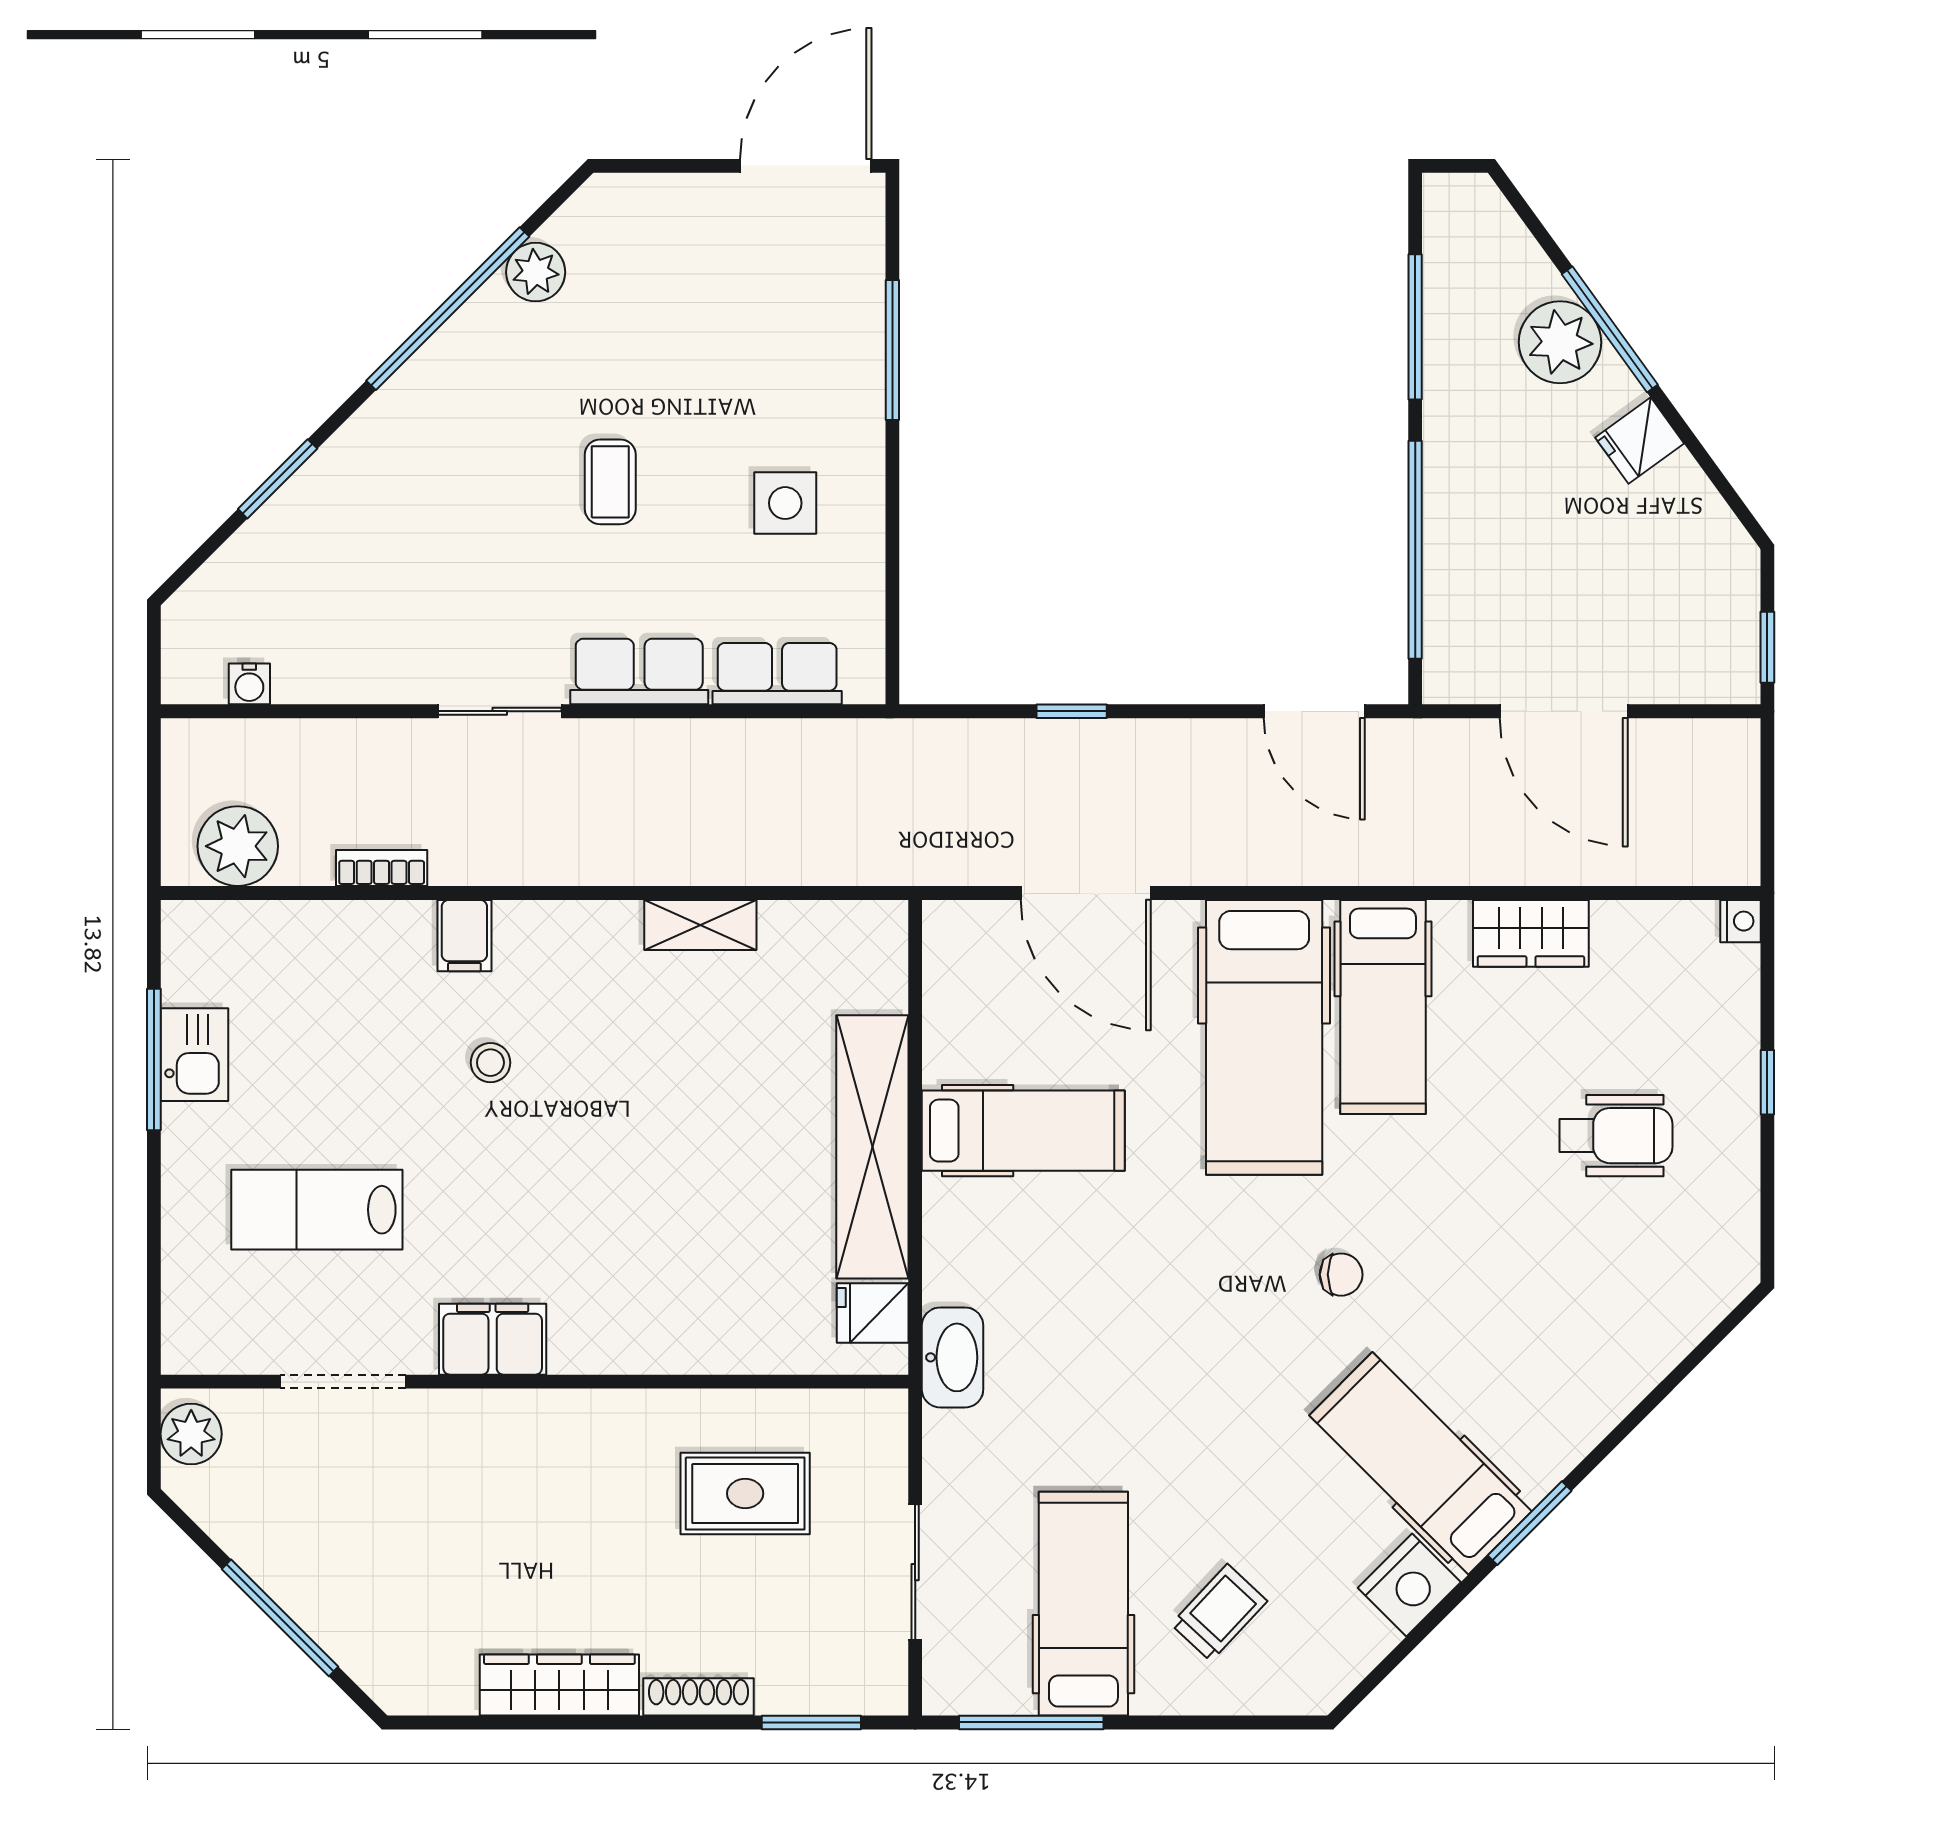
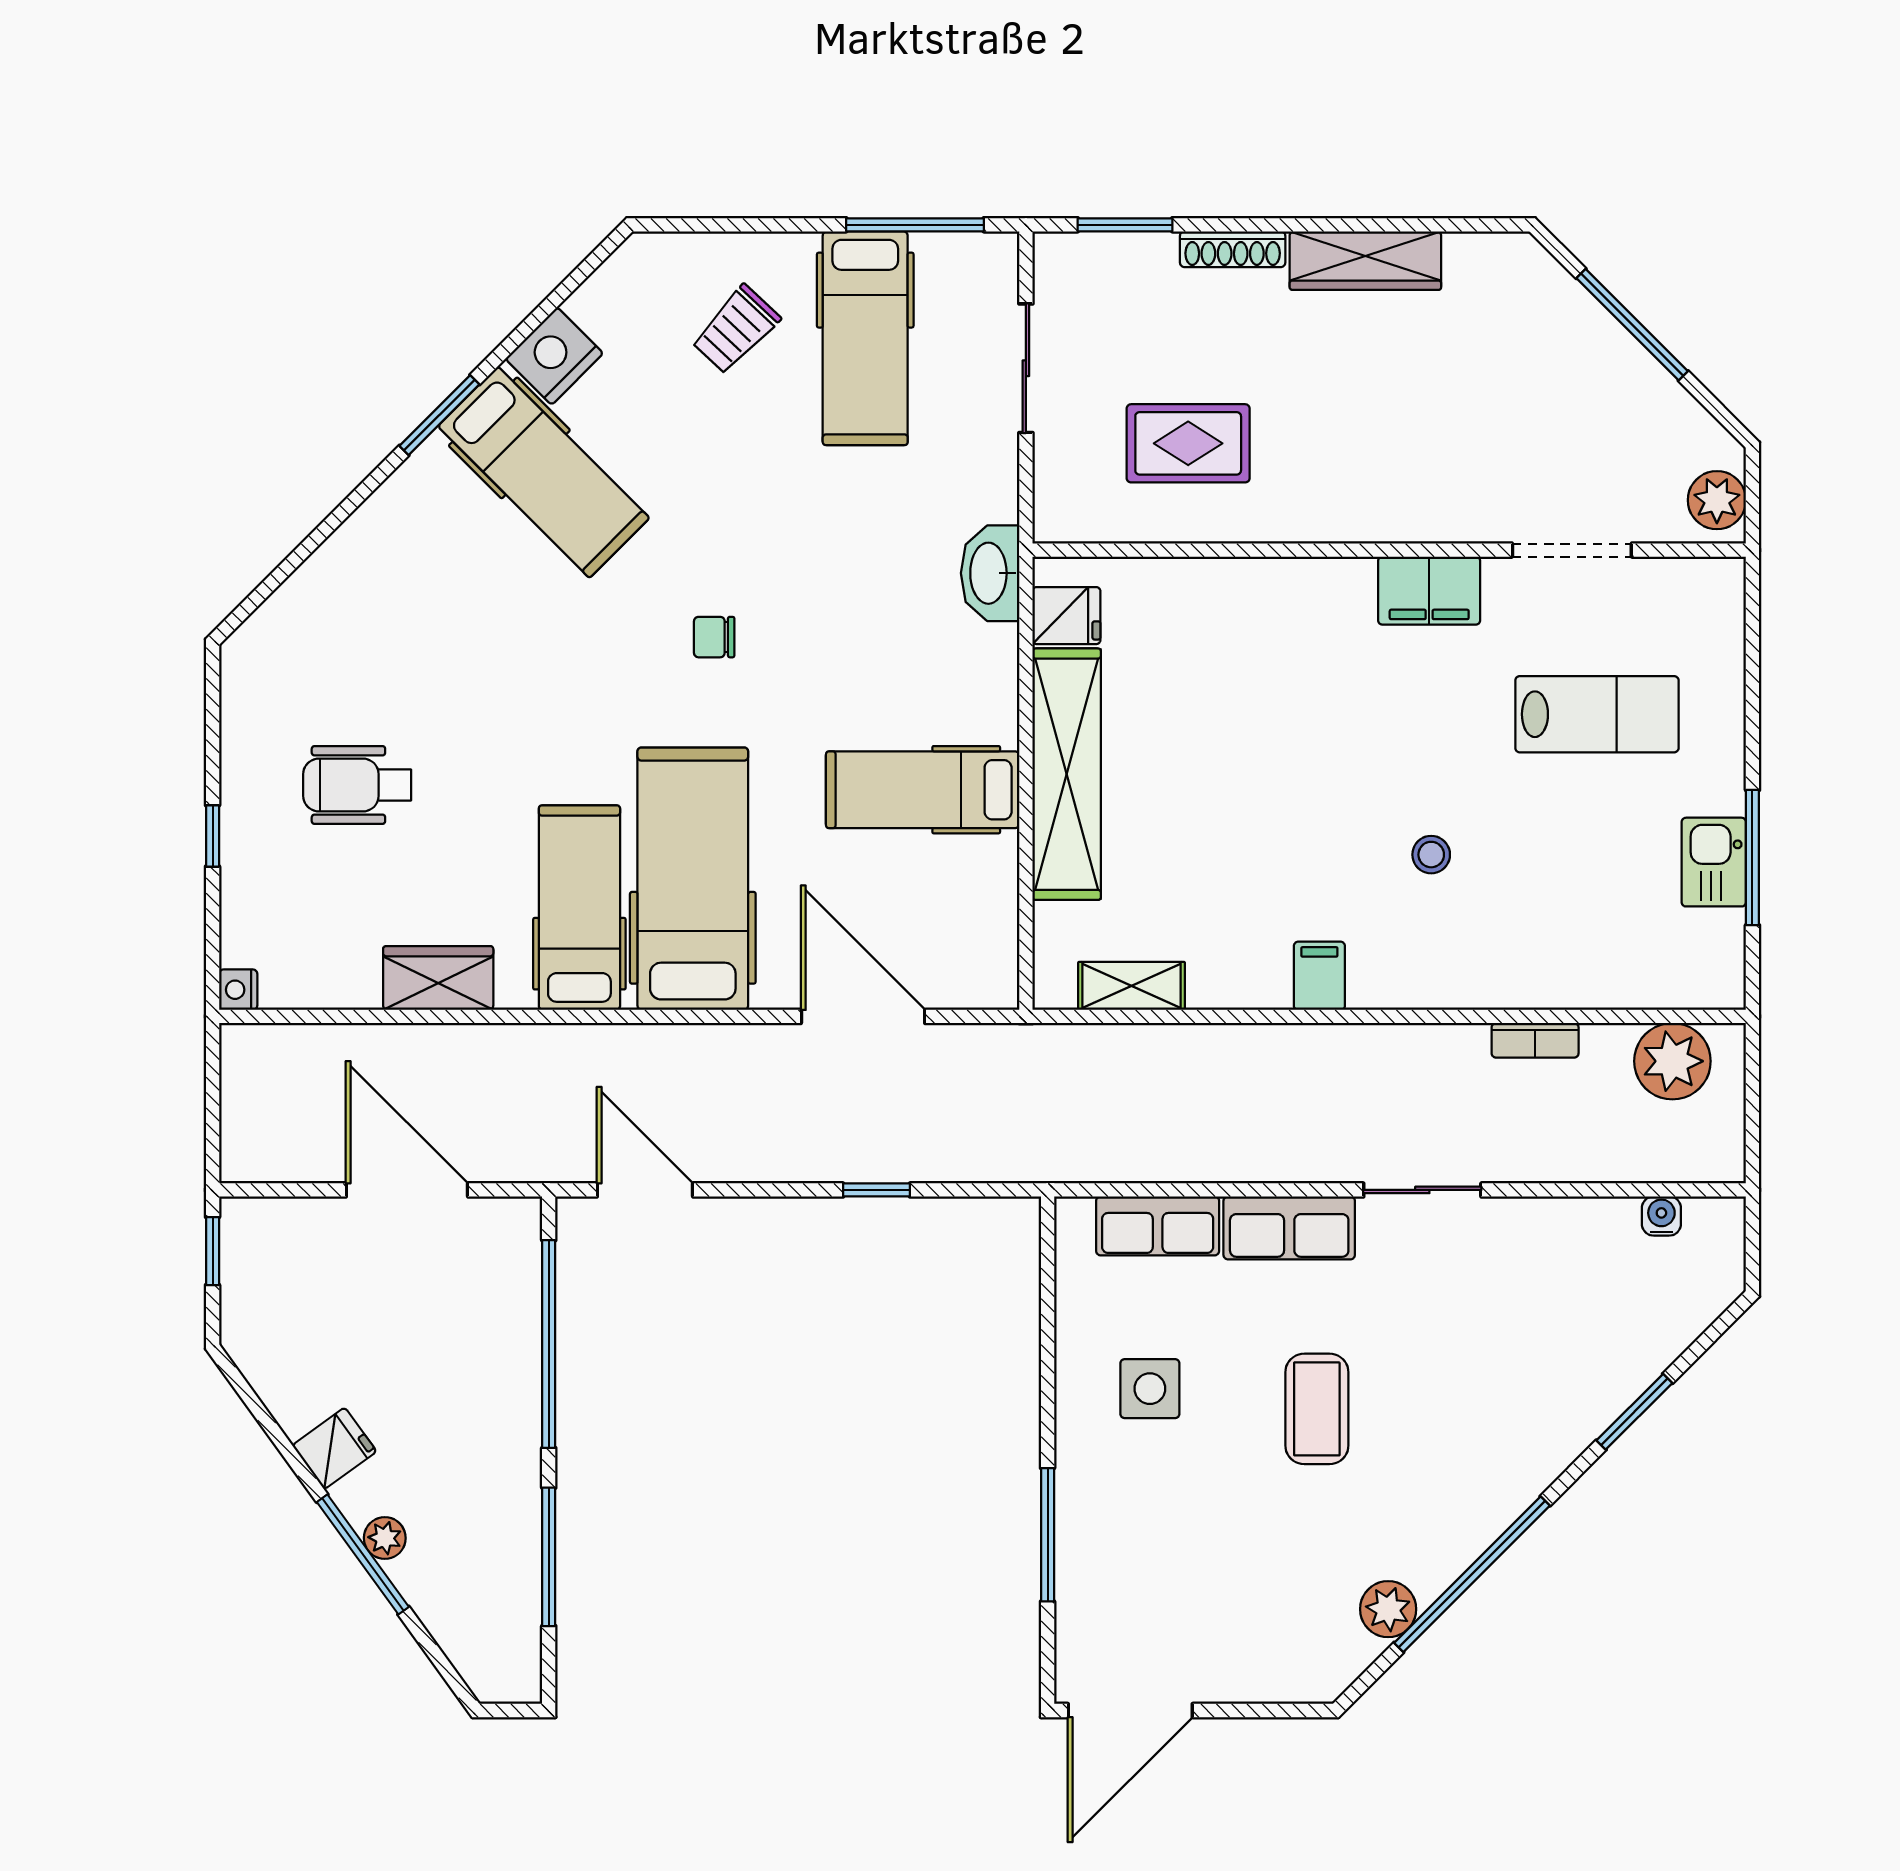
plant: (1560, 342) -> (385, 1538), width x0.53, depth x0.53
coffee table: (610, 482) -> (1317, 1409), width x1.36, depth x1.30
shelving: (700, 925) -> (1132, 986), moved
filing cabinet: (464, 936) -> (1319, 976), moved
chair: (1341, 1275) -> (714, 637), moved

